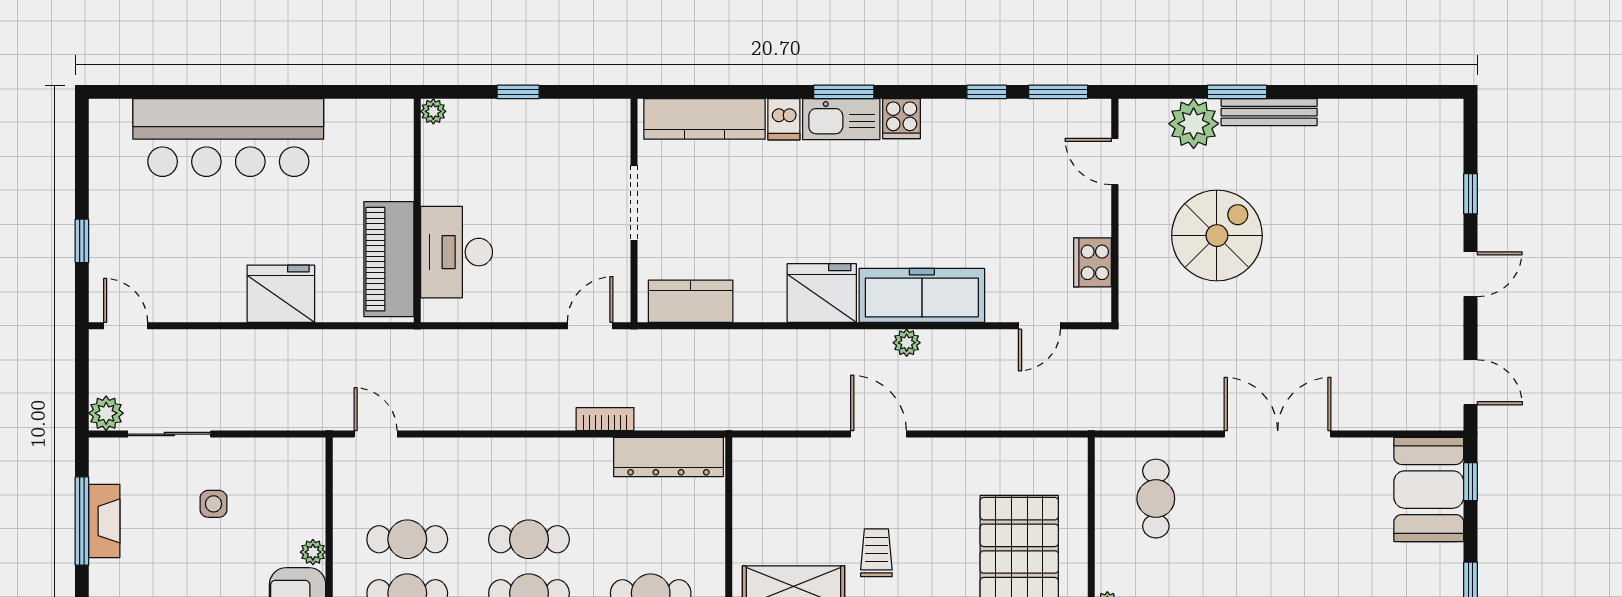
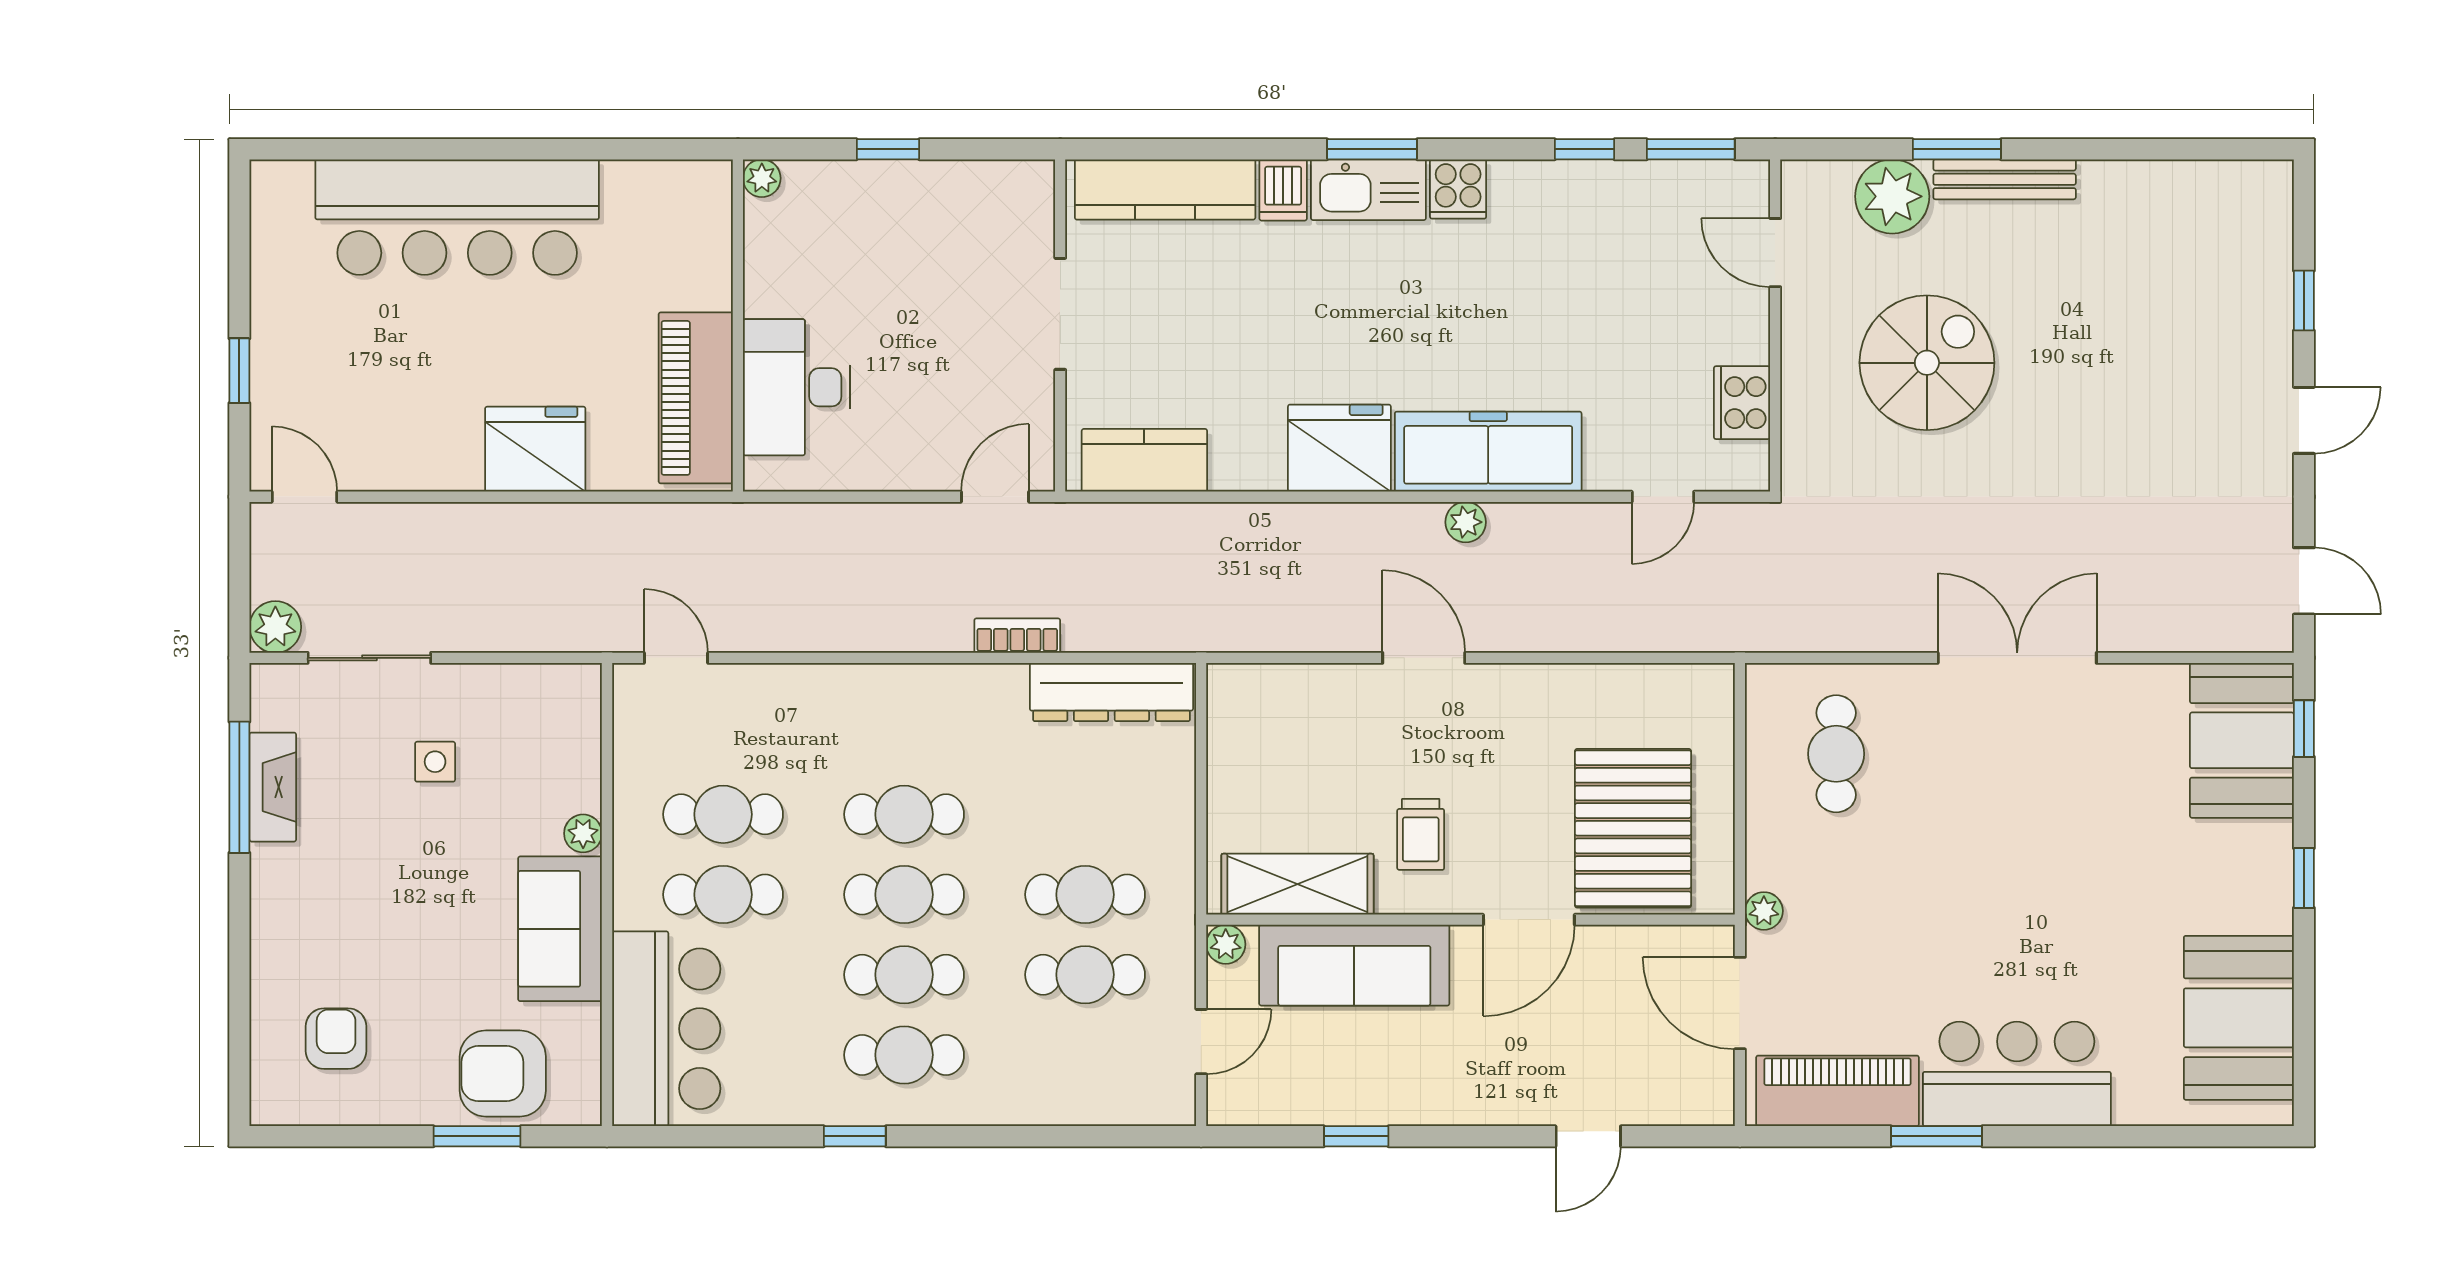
trolley: (876, 553) -> (1421, 834), turned 180

